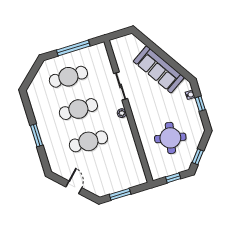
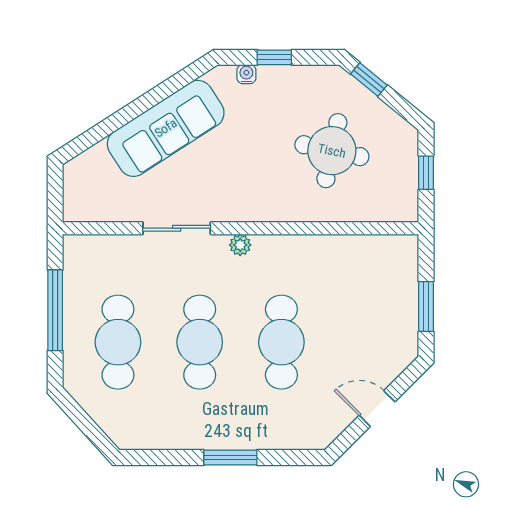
window: (198, 157) -> (369, 80), moved

